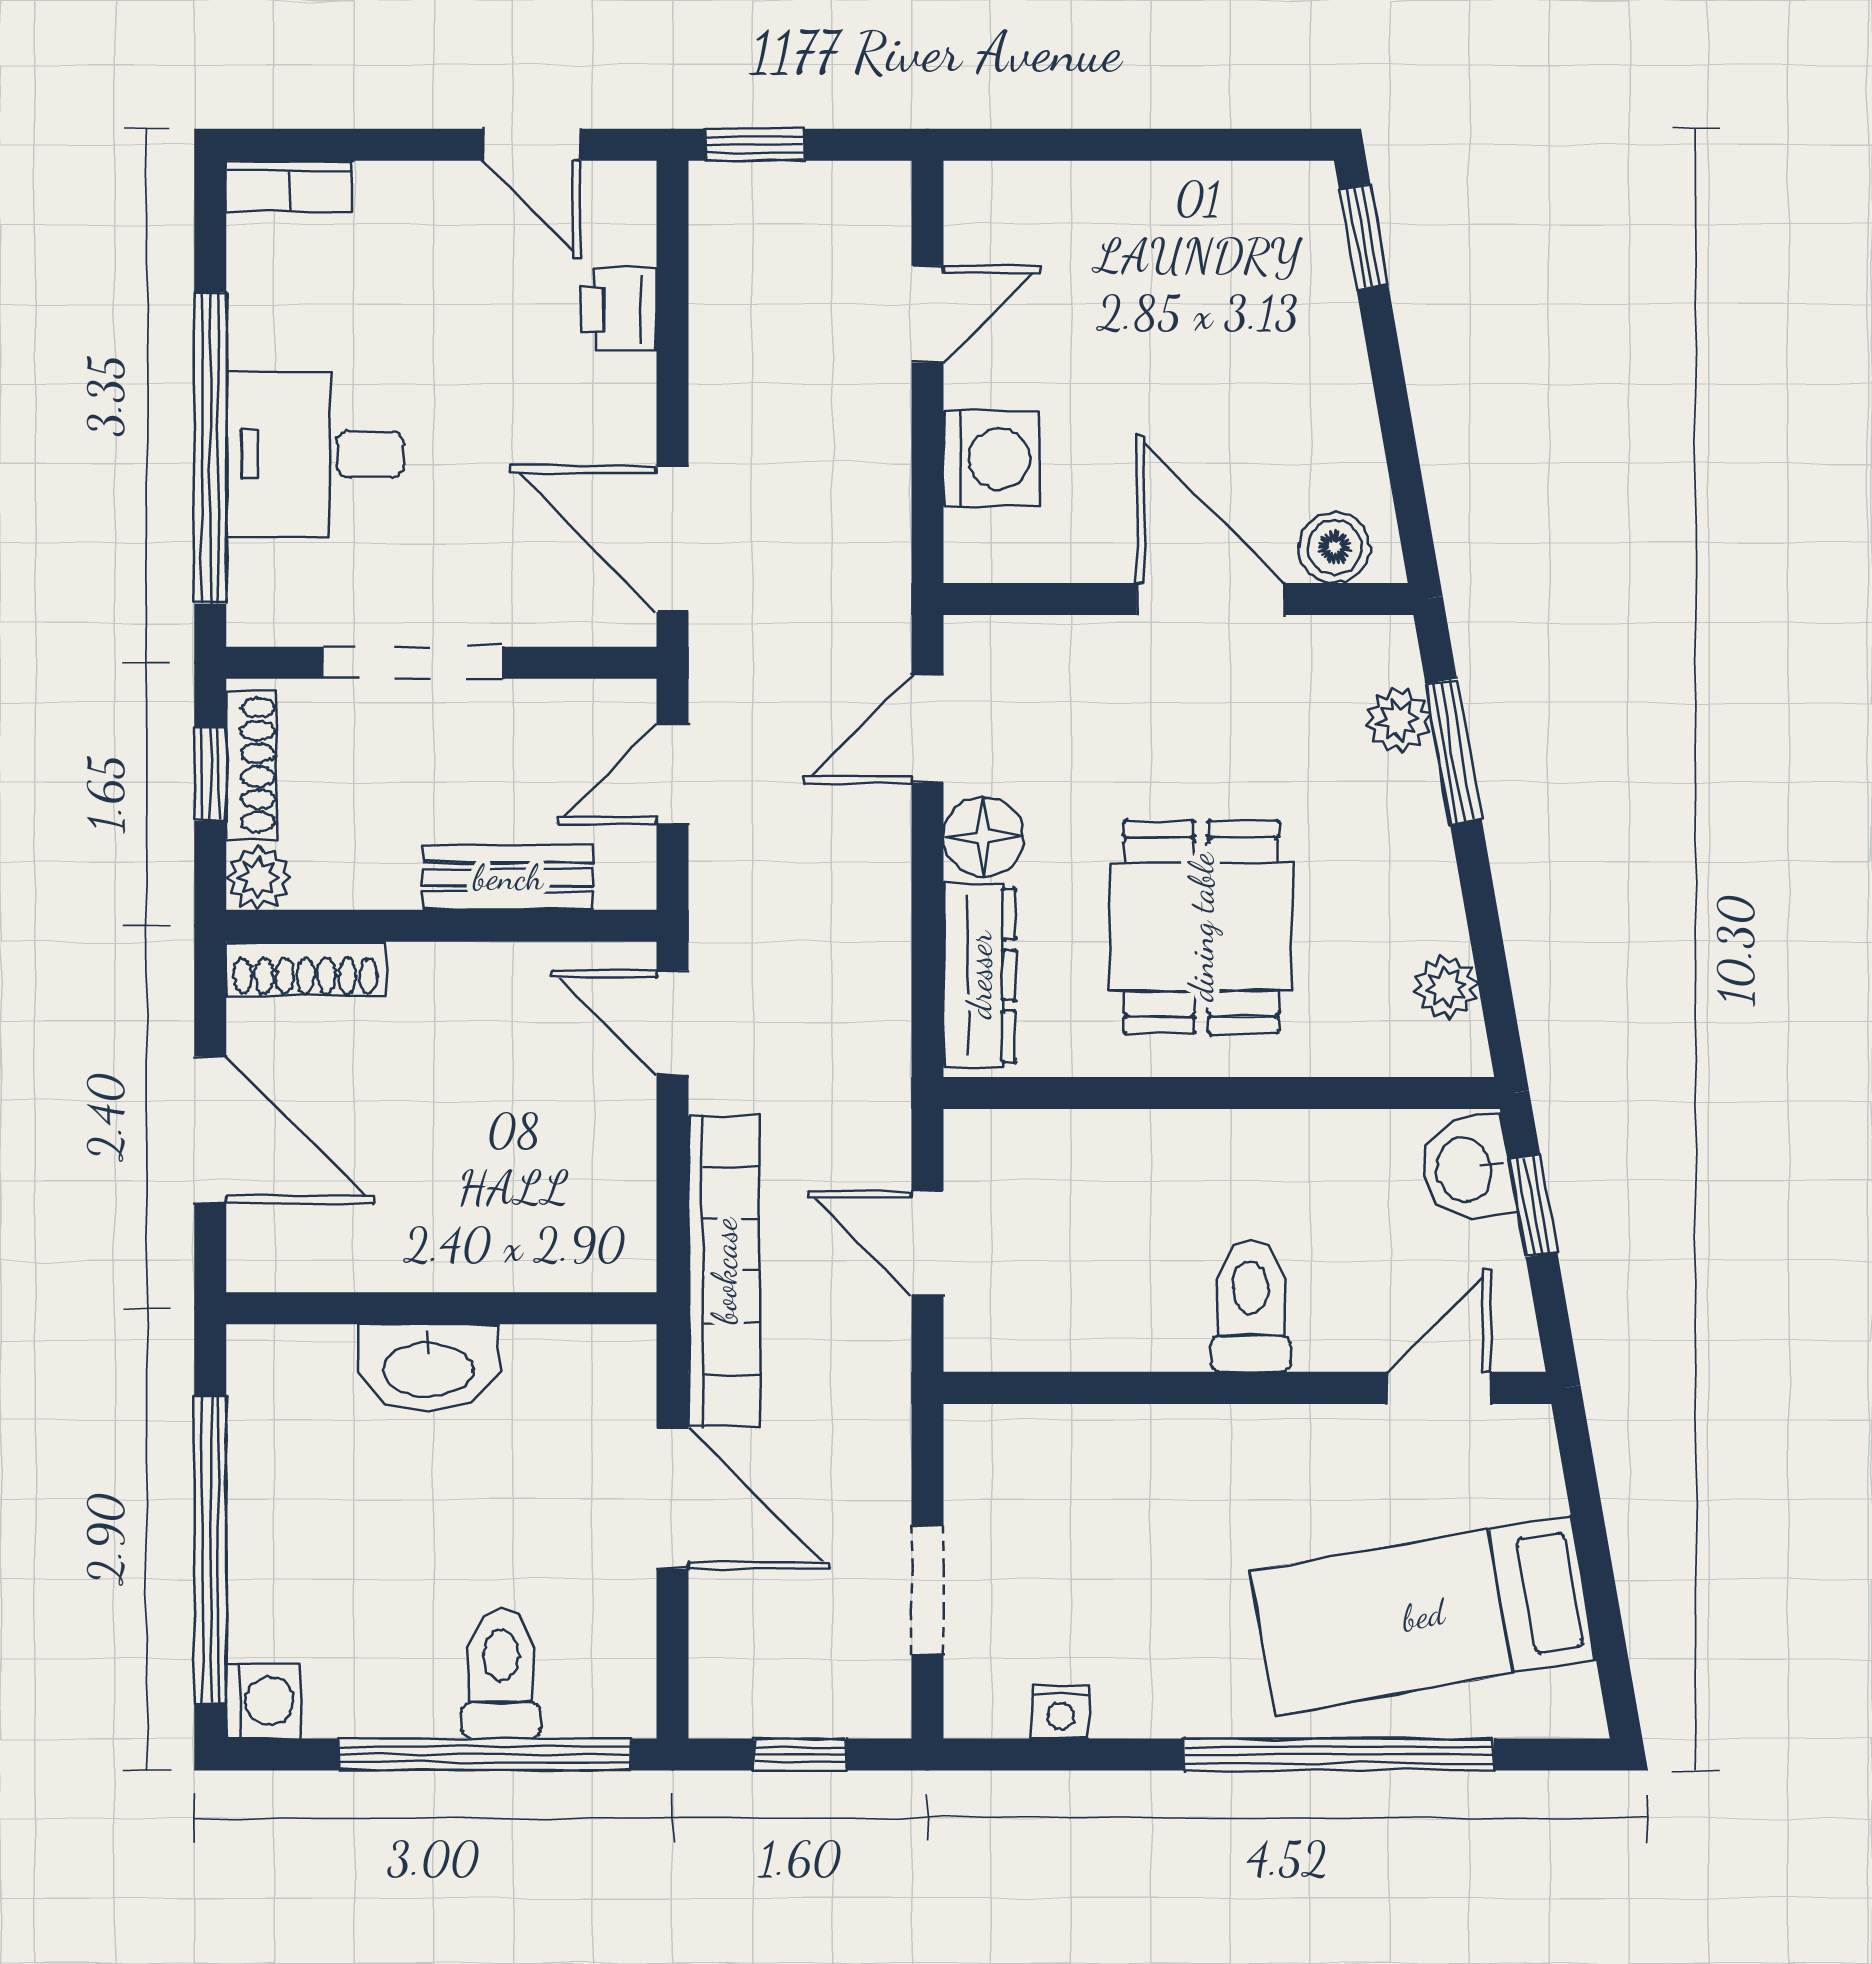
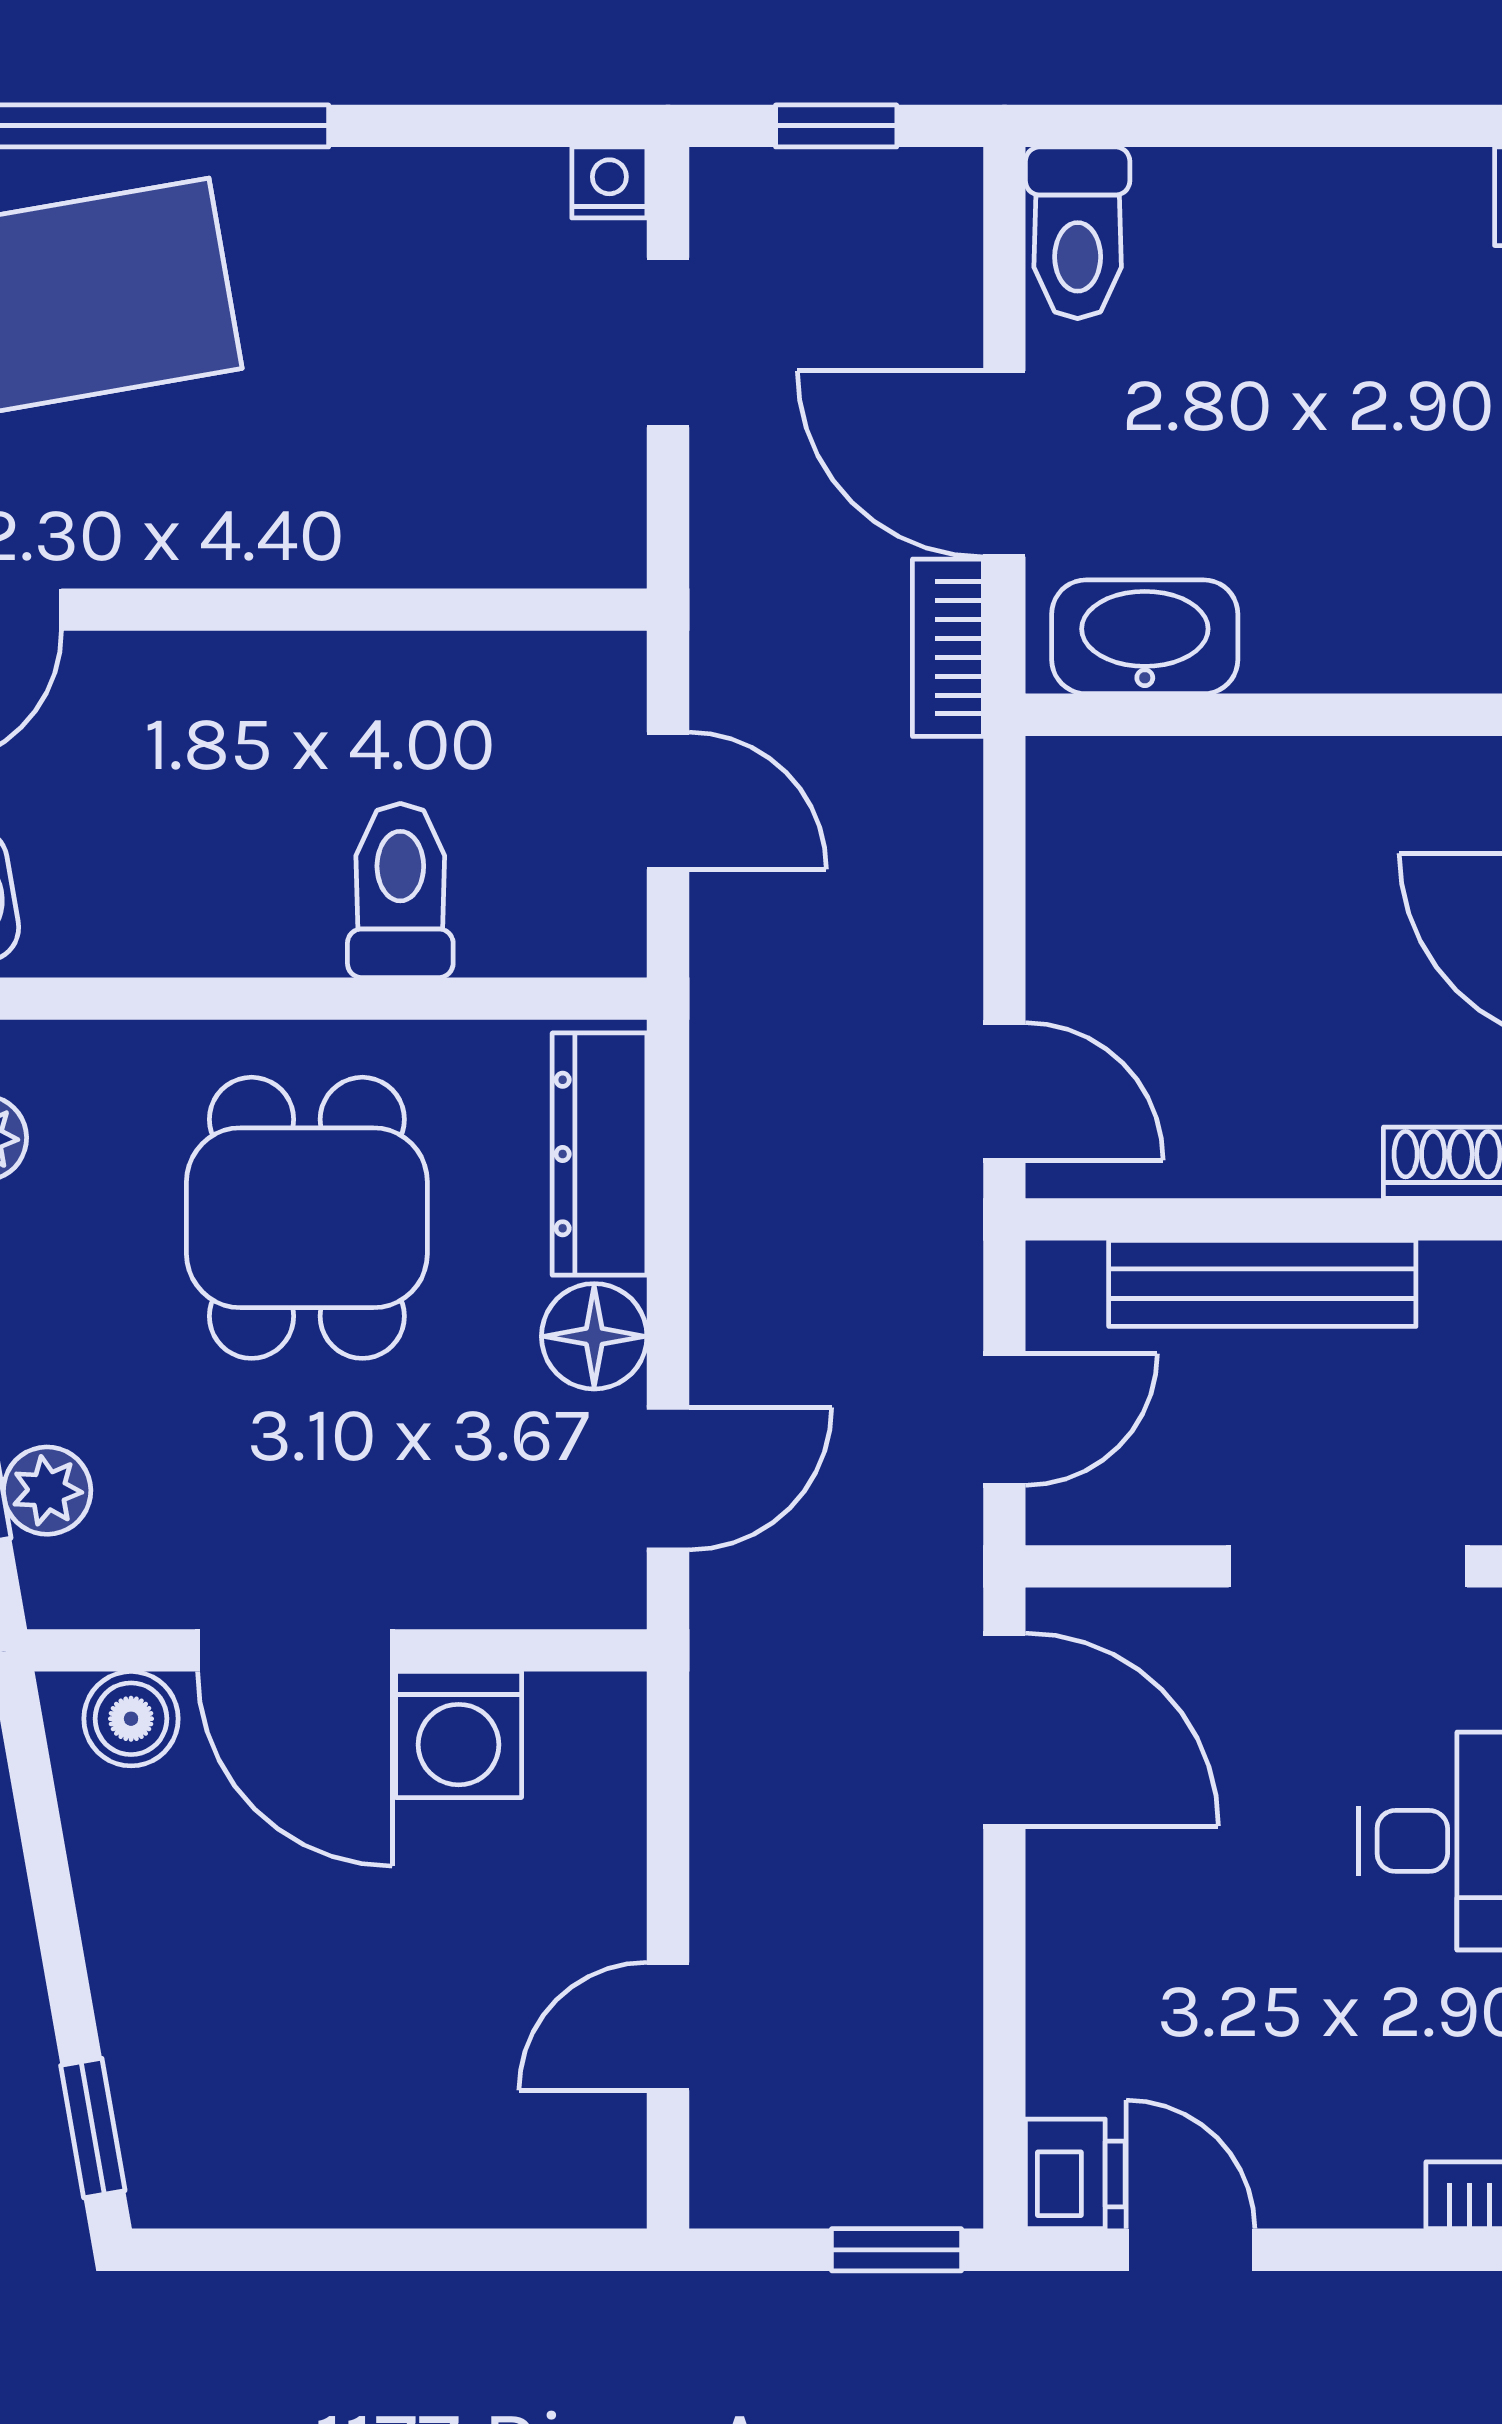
printer: (619, 309) -> (1075, 2174), moved
washing machine: (991, 459) -> (459, 1735), moved, turned -90
bench: (508, 877) -> (1262, 1283), width x1.36
bookcase: (724, 1271) -> (948, 648), width x0.43, depth x0.76
toilet: (1250, 1306) -> (400, 890), moved, turned 180
washbasin: (428, 1367) -> (1145, 637), moved
toilet: (501, 1674) -> (1078, 233), moved
nightstand: (1061, 1712) -> (609, 182), moved
window: (484, 1755) -> (1253, 126), removed

